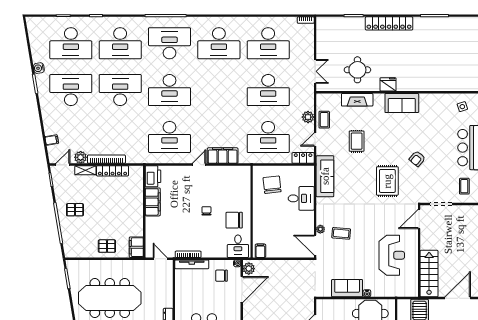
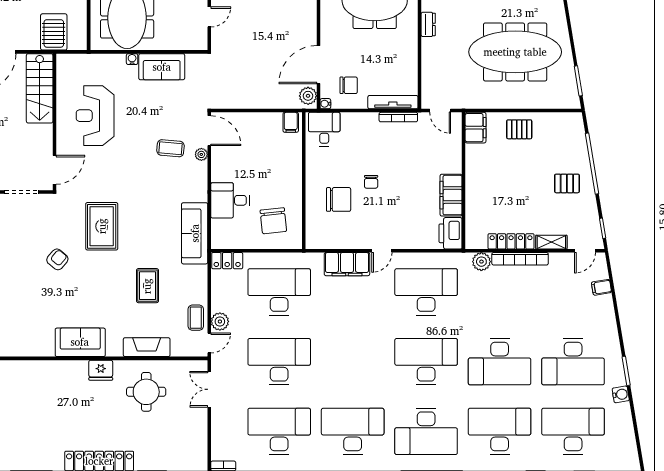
door: (315, 139) -> (209, 343), moved
plant: (81, 157) -> (481, 262), moved
chair: (234, 220) -> (339, 199), moved

